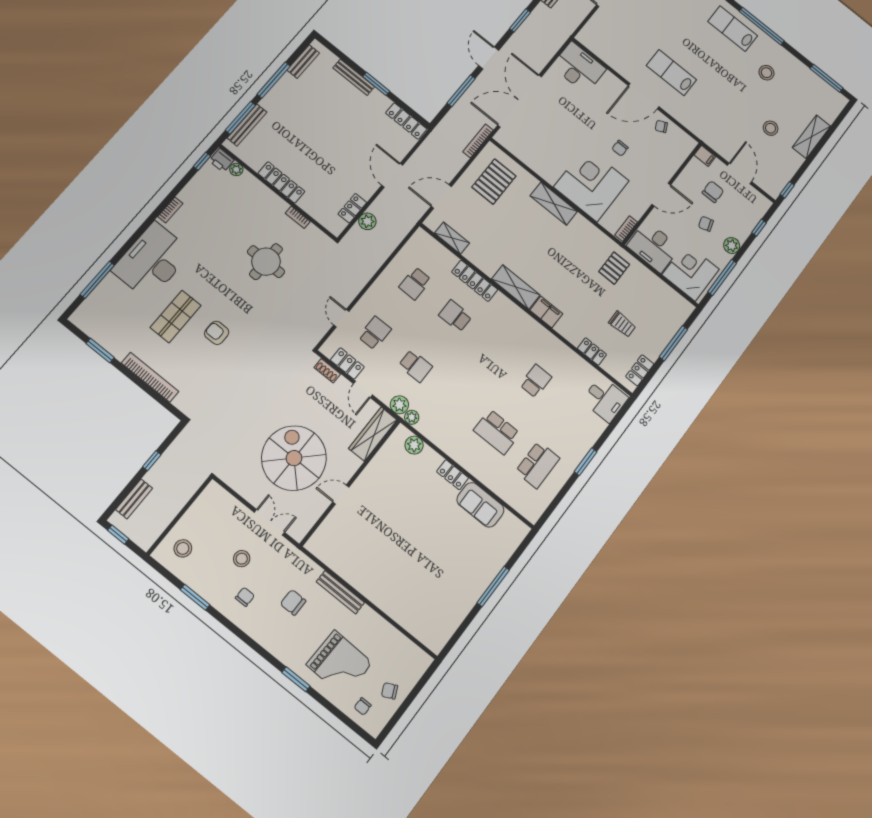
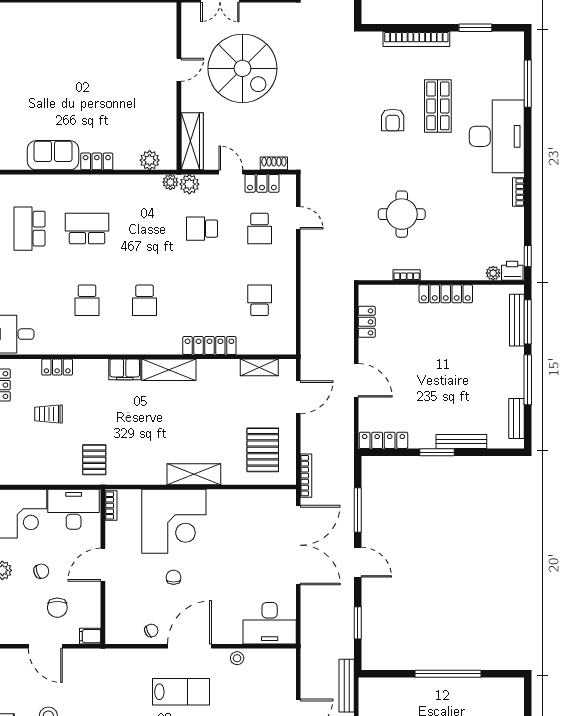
stool: (618, 63) -> (237, 658), added
plant: (367, 221) -> (344, 321), removed
school desk: (455, 316) -> (145, 300), moved, turned 90
armchair: (217, 333) -> (393, 120), turned 90

